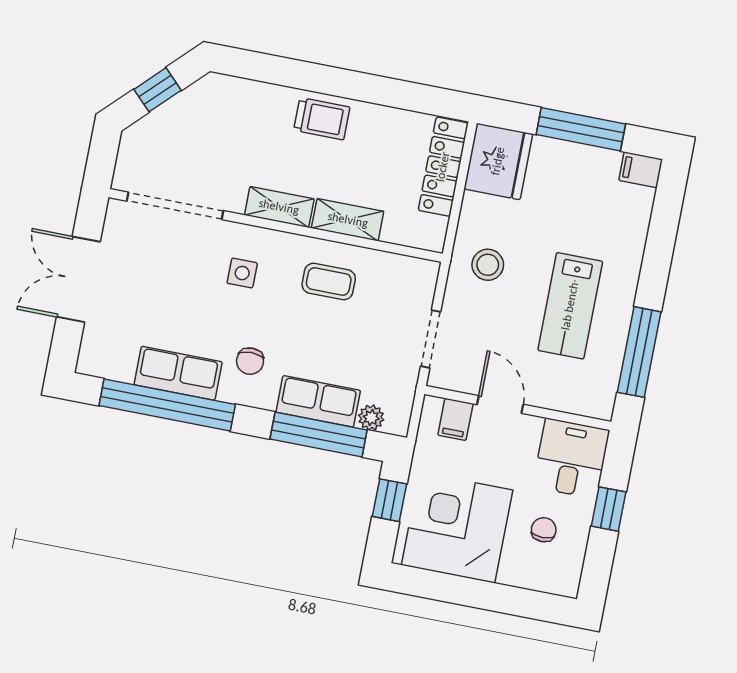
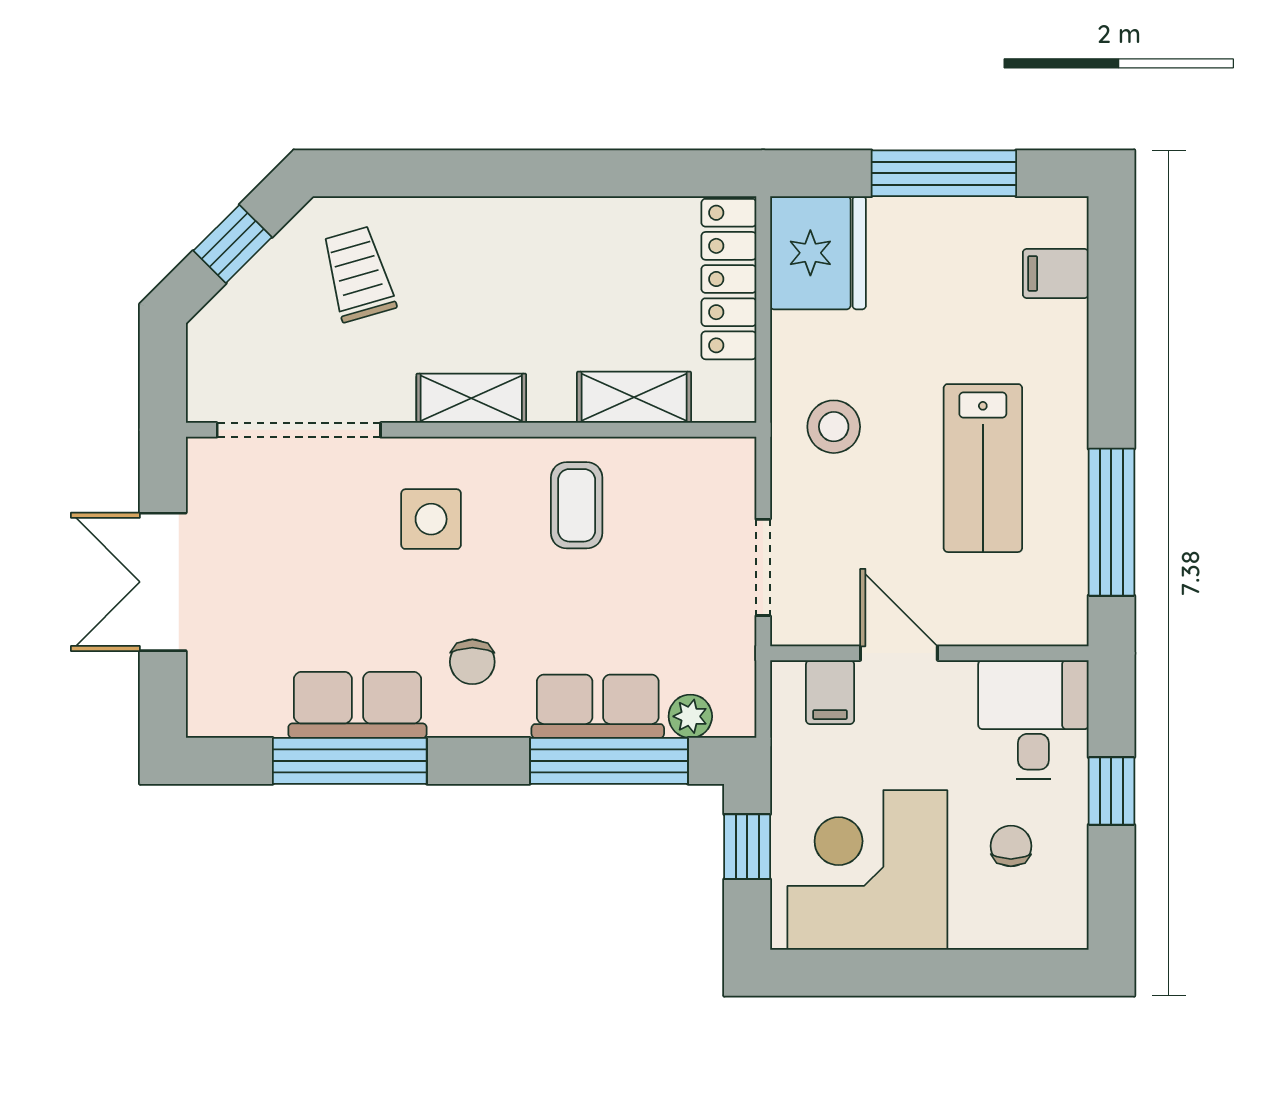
trolley: (322, 119) -> (358, 274), moved, turned -106
filing cabinet: (641, 170) -> (1056, 273), moved
shelving: (348, 220) -> (634, 397), moved
side table: (242, 273) -> (431, 519), width x1.37, depth x1.37
coffee table: (329, 281) -> (577, 505), turned 90
window: (167, 405) -> (350, 761), width x0.68

